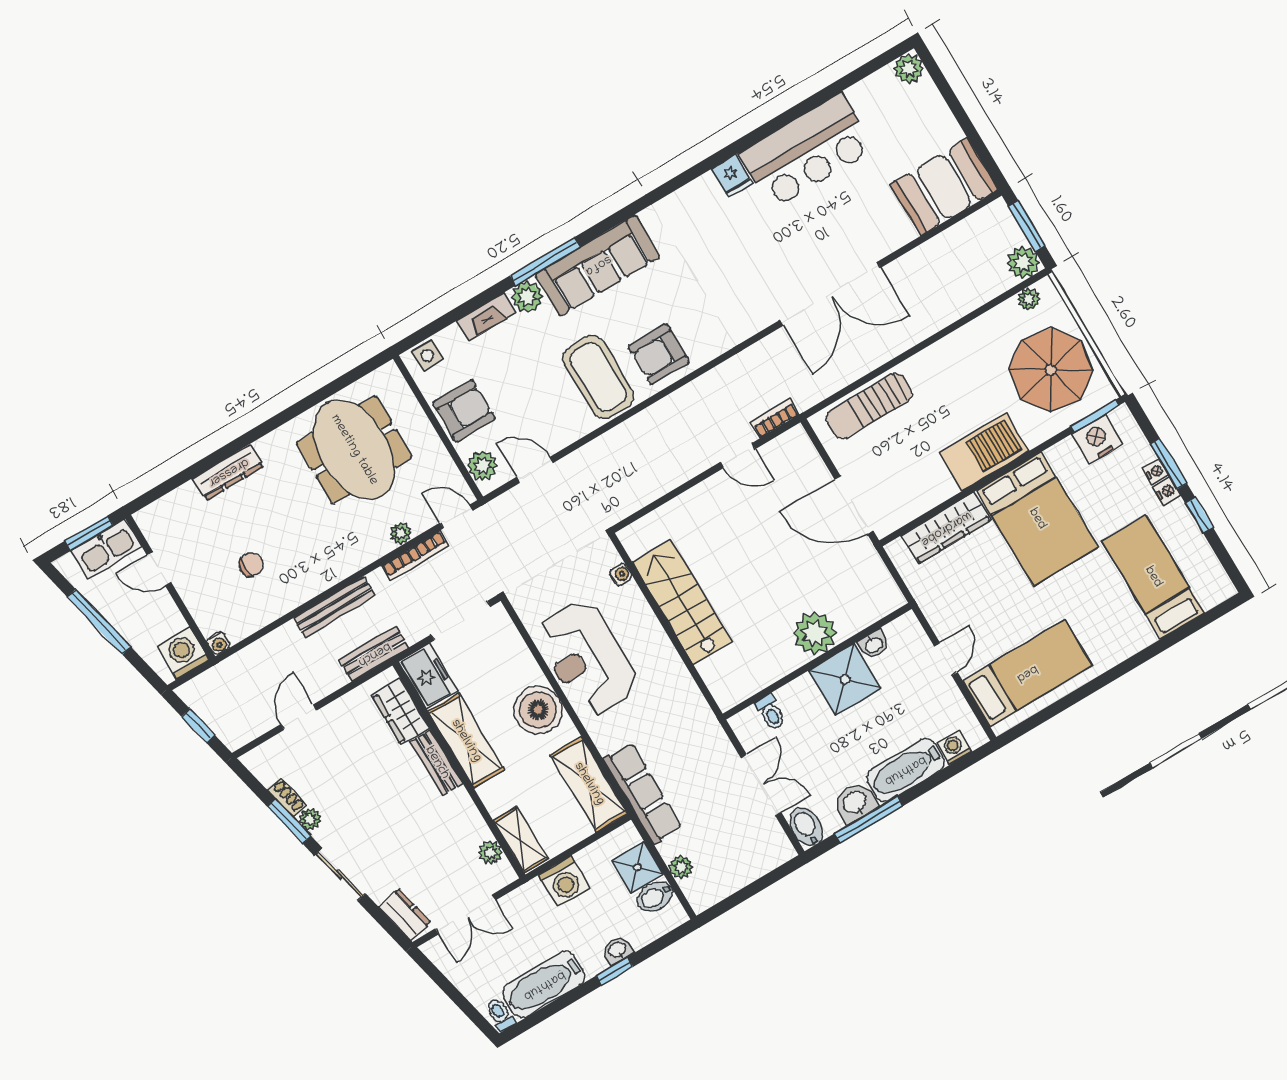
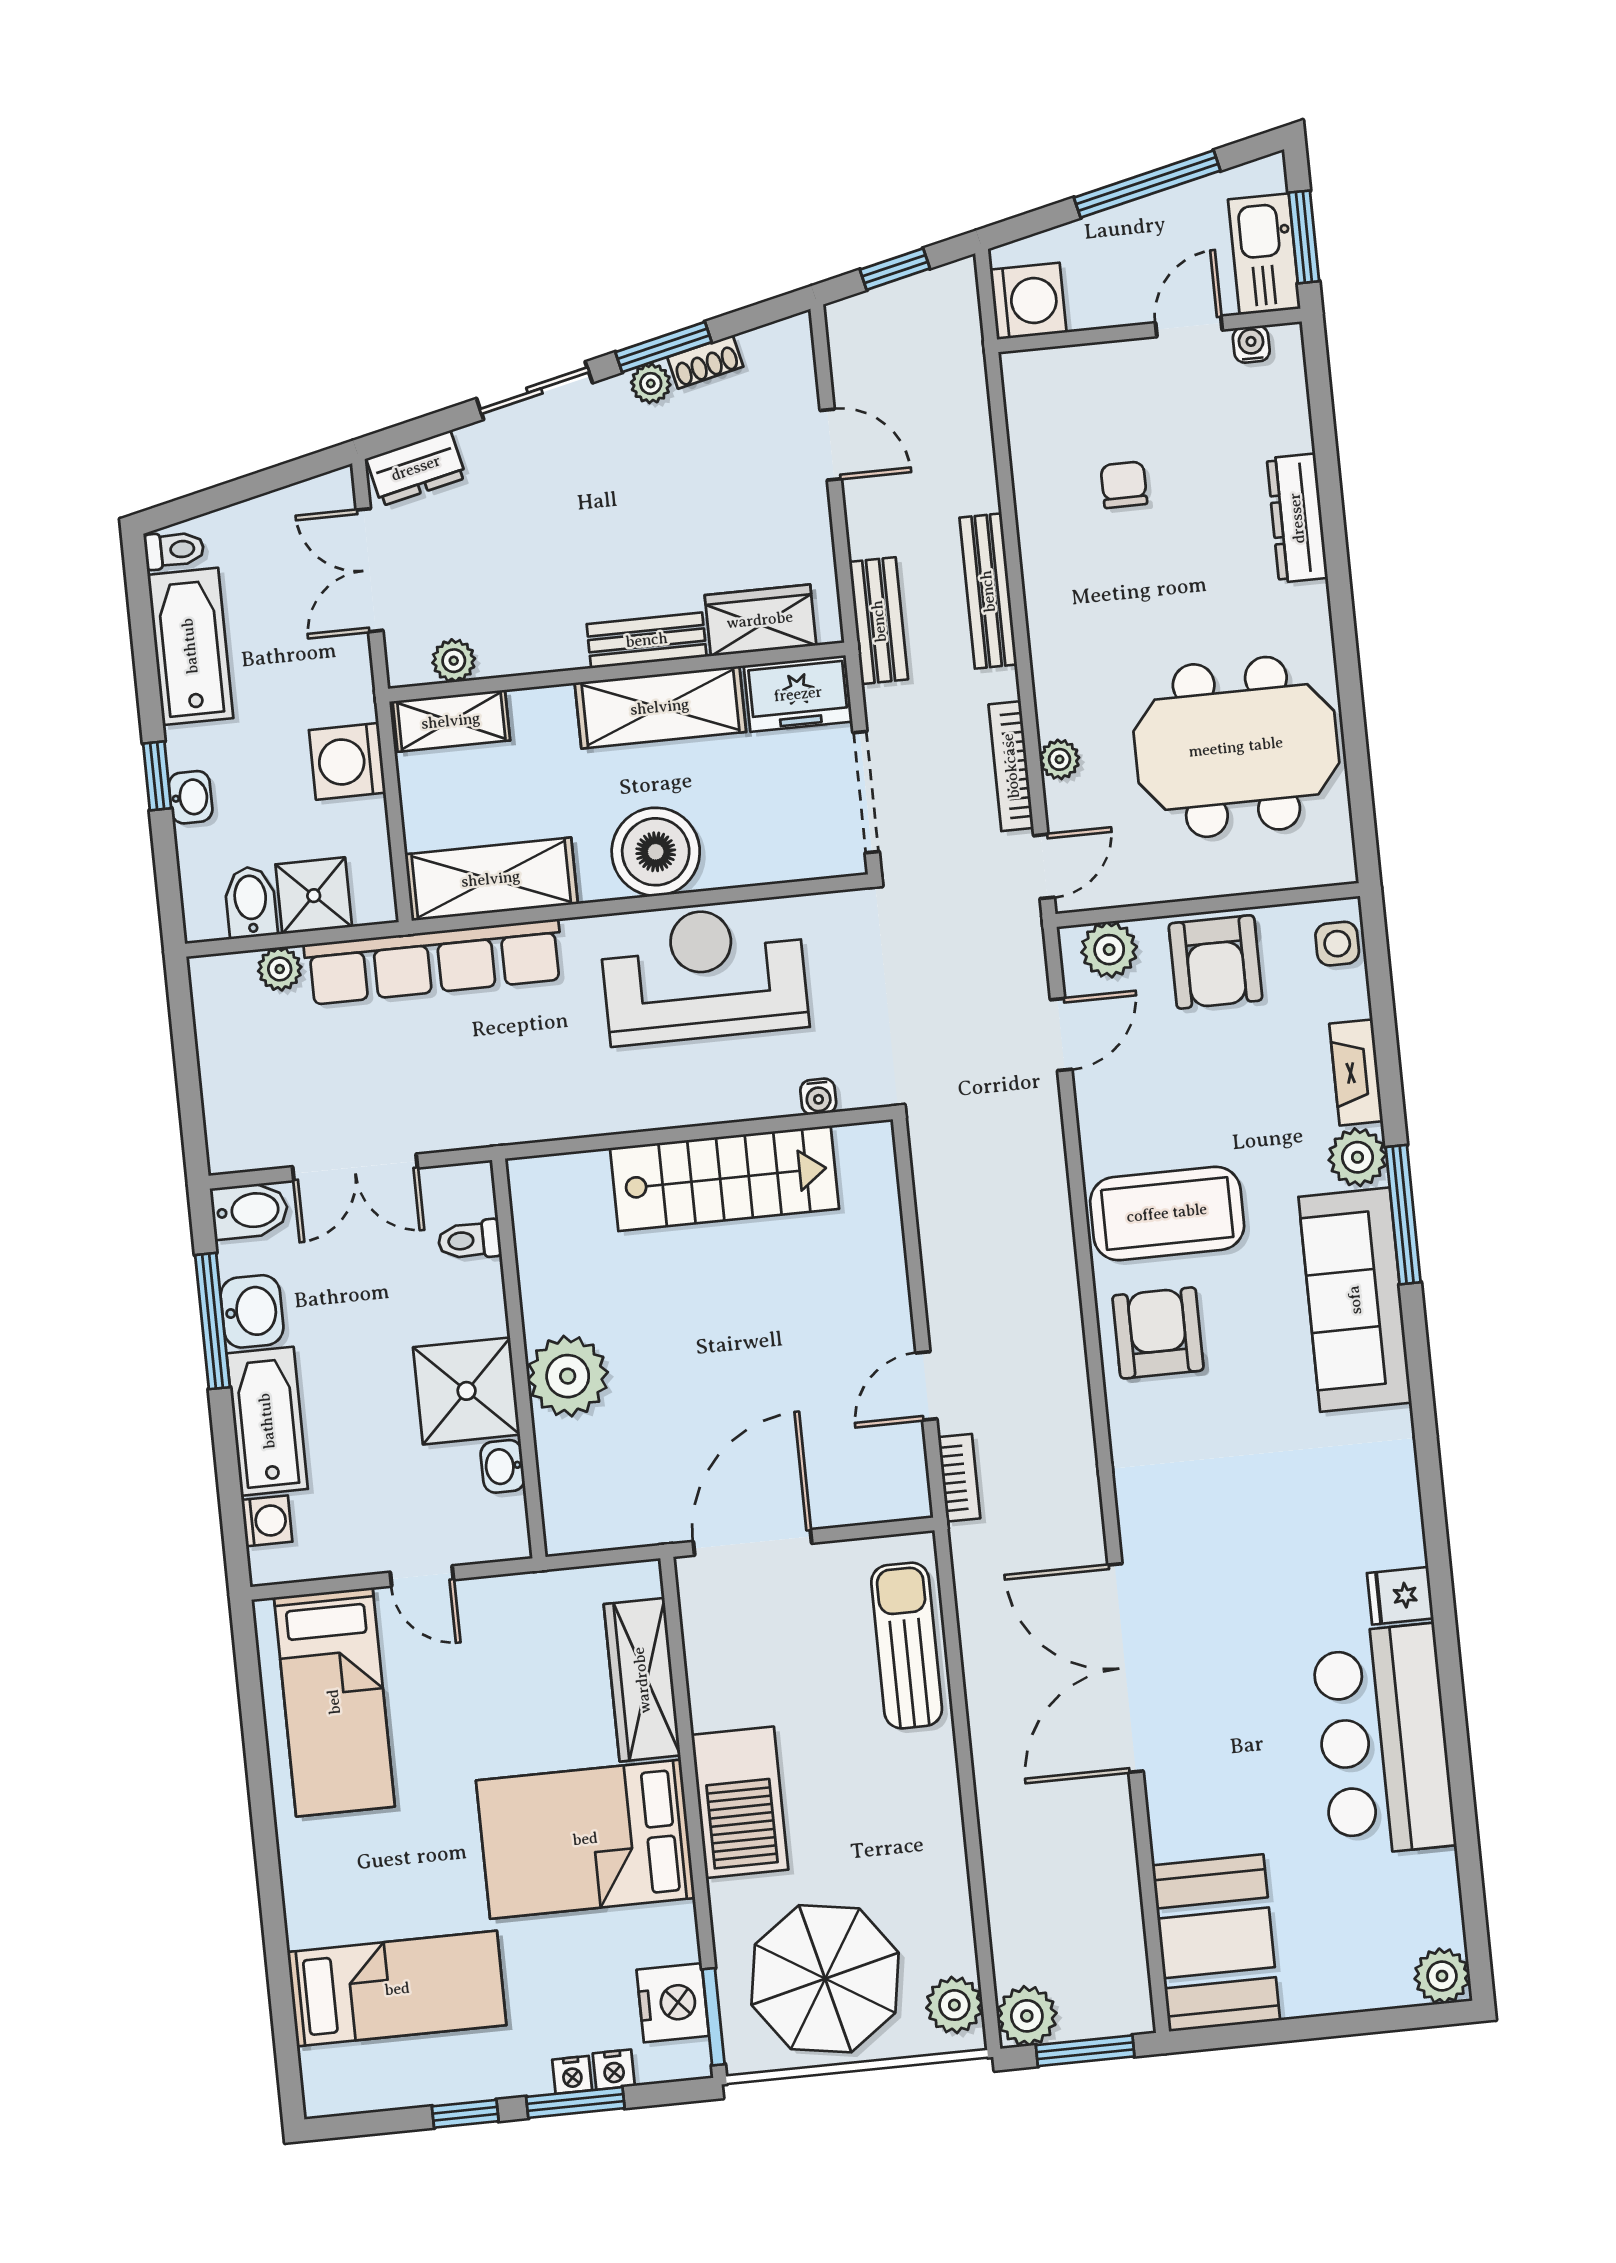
plant: (1028, 299) -> (954, 2005), width x1.38, depth x1.38
nightstand: (1167, 491) -> (614, 2070), moved
chair: (251, 565) -> (1124, 485), turned 180
water cooler: (219, 643) -> (1251, 344), moved, turned 90
row of seats: (642, 793) -> (434, 962), width x1.36

